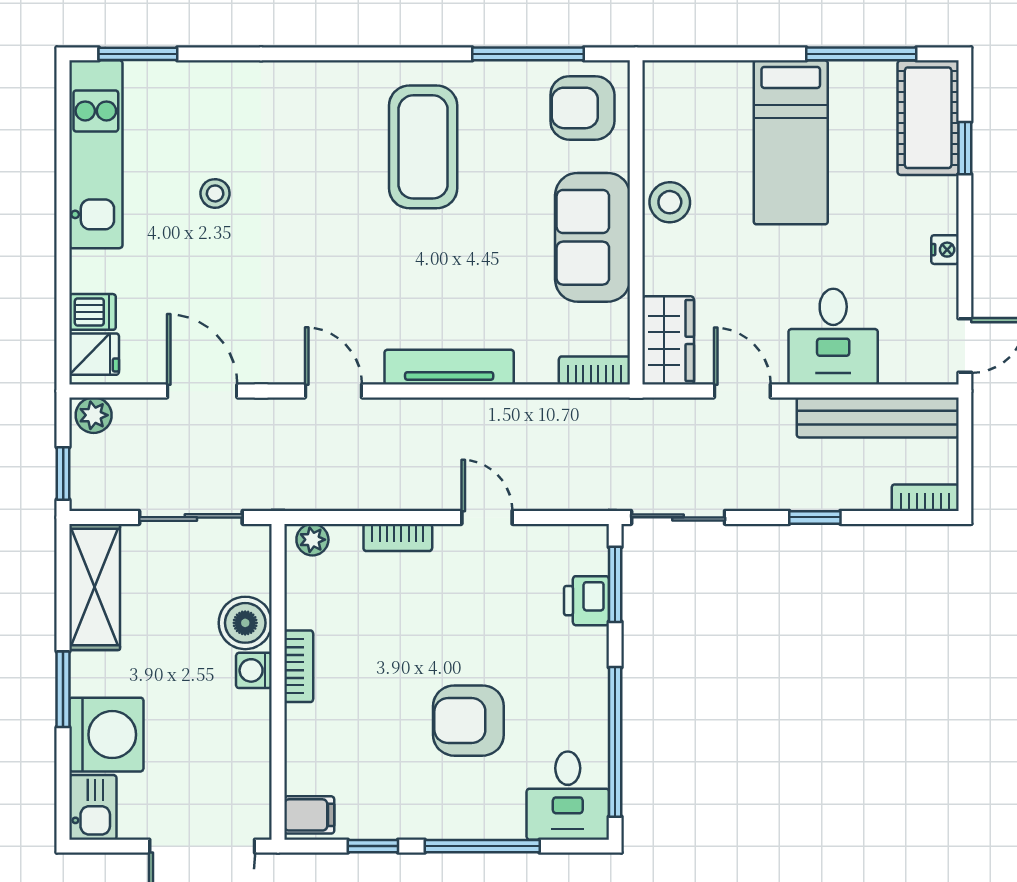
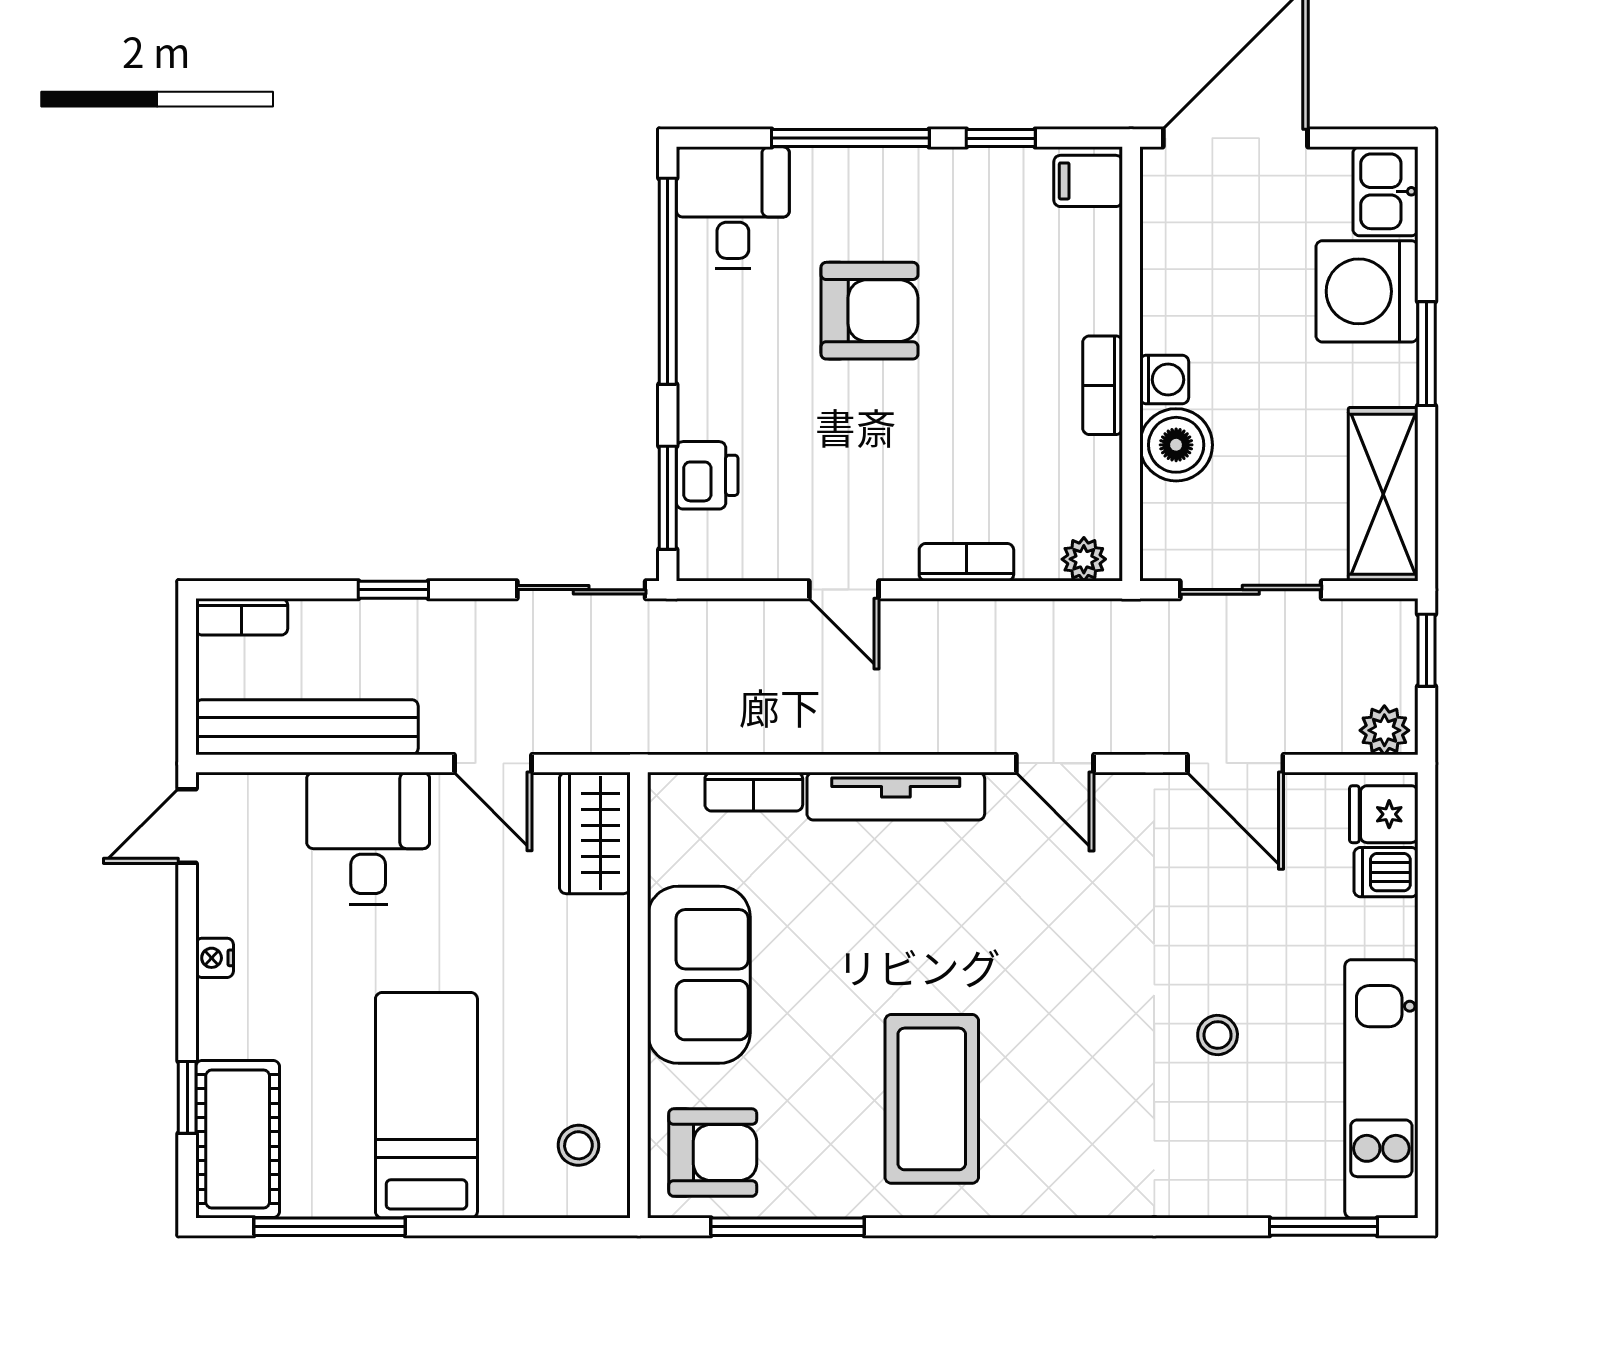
stool: (670, 202) -> (578, 1145), moved, width x0.73, depth x0.73
bookcase: (594, 371) -> (754, 792), moved

